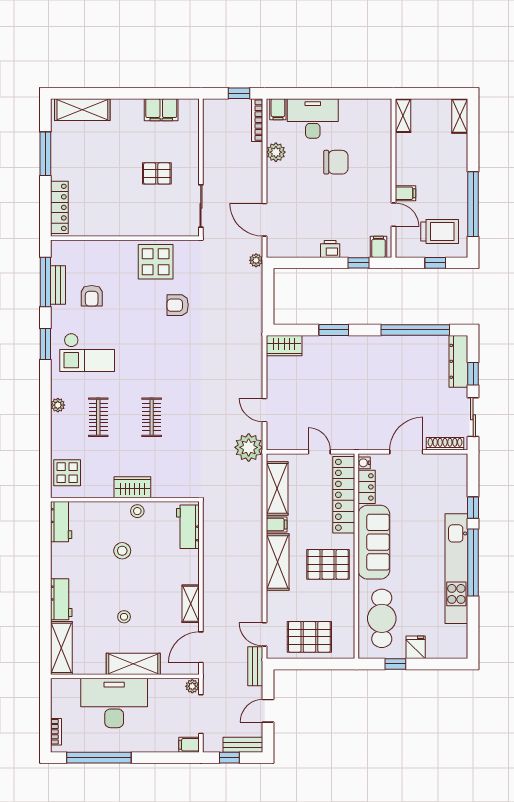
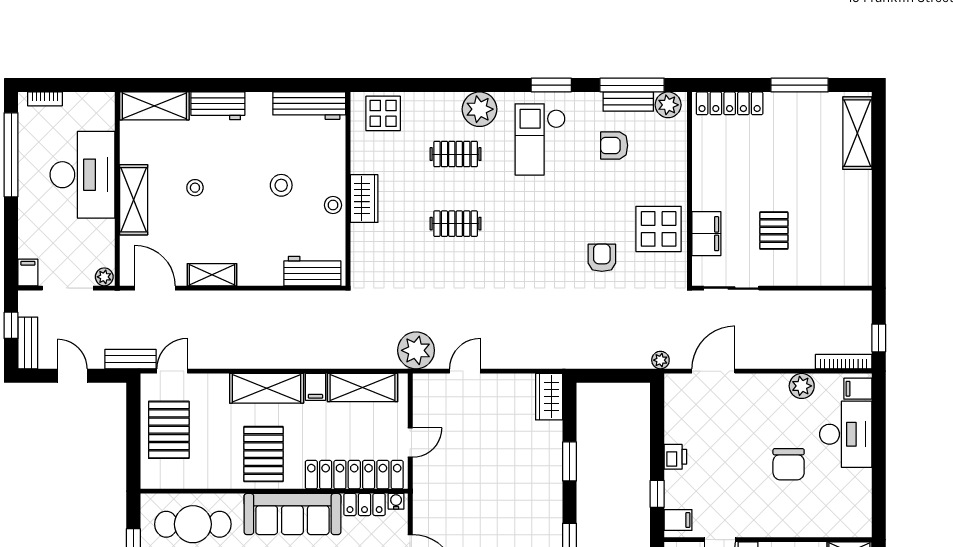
filing cabinet: (161, 110) -> (706, 234), moved, turned 180
plant: (61, 254) -> (668, 105), added
plant: (58, 405) -> (479, 109), width x1.88, depth x1.88
workbench: (61, 522) -> (309, 106), width x1.38

